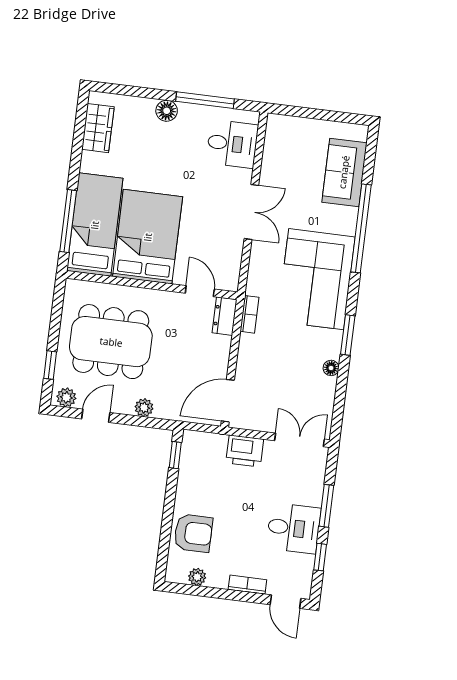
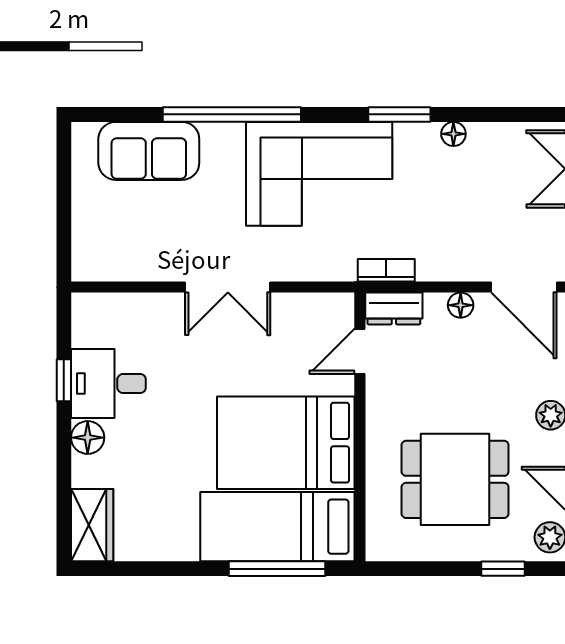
window: (205, 100) -> (64, 380), width x0.46
wardrobe: (98, 128) -> (92, 525), moved, turned 90
desk: (232, 144) -> (108, 384), moved, turned -90
double door: (251, 212) -> (228, 287), swing flipped
dining table: (111, 342) -> (455, 479), width x0.73
floor lamp: (221, 359) -> (461, 305), added

